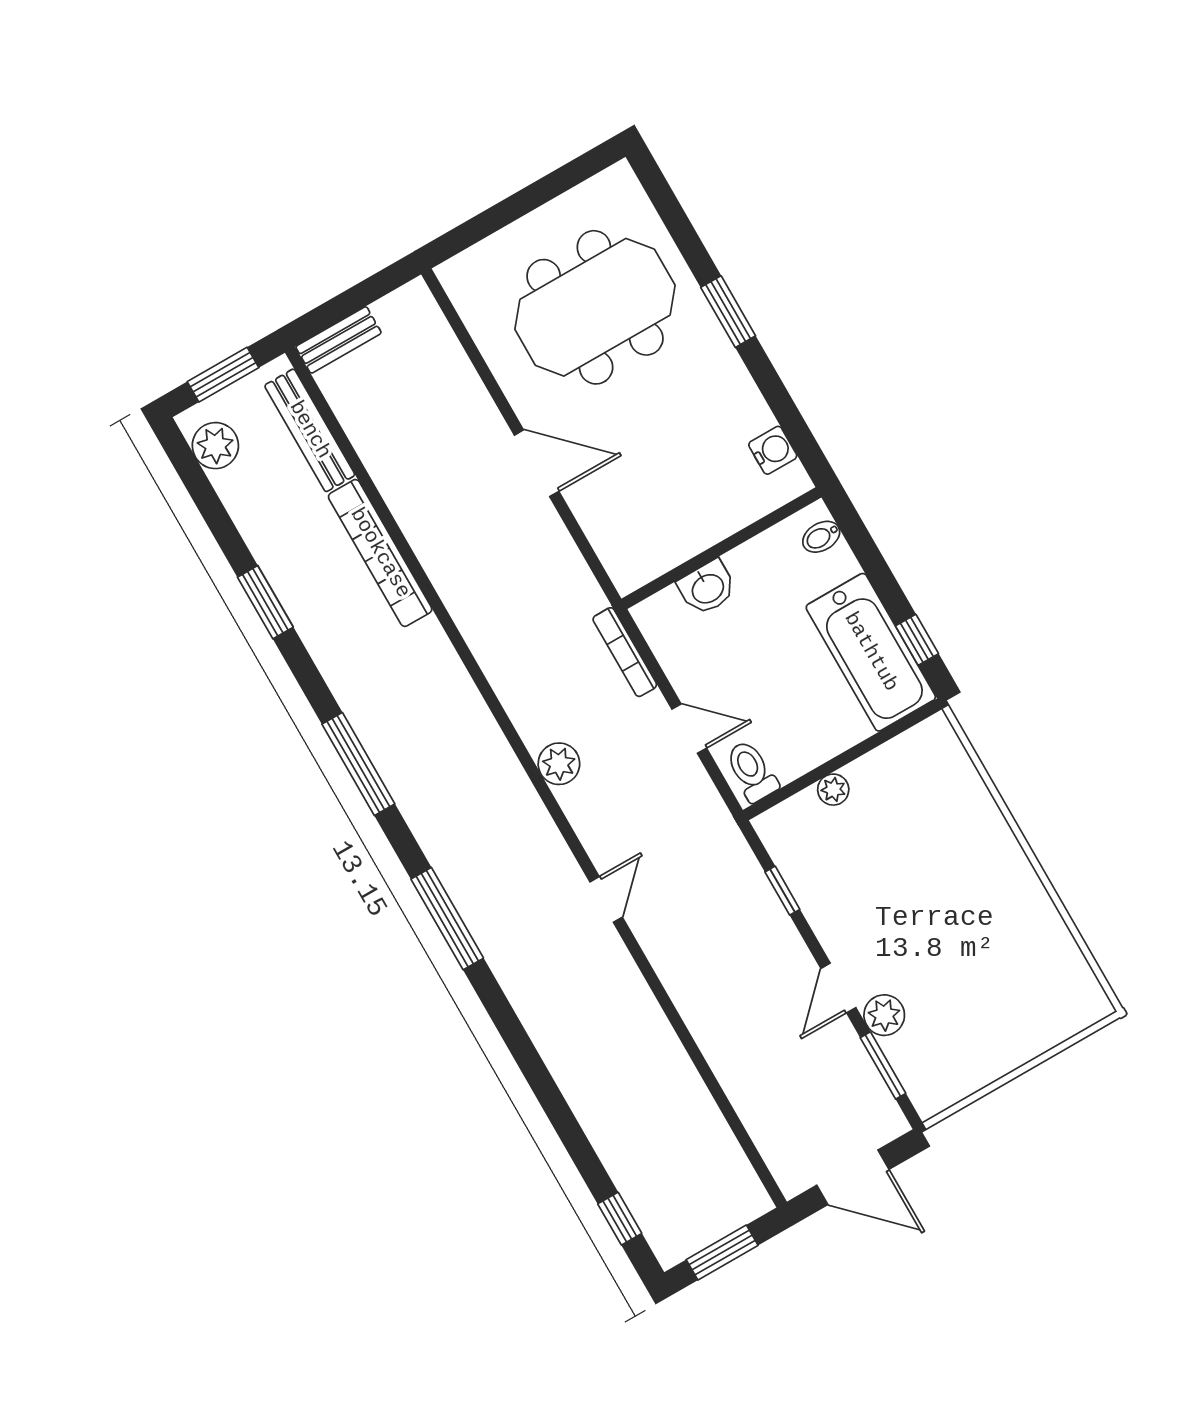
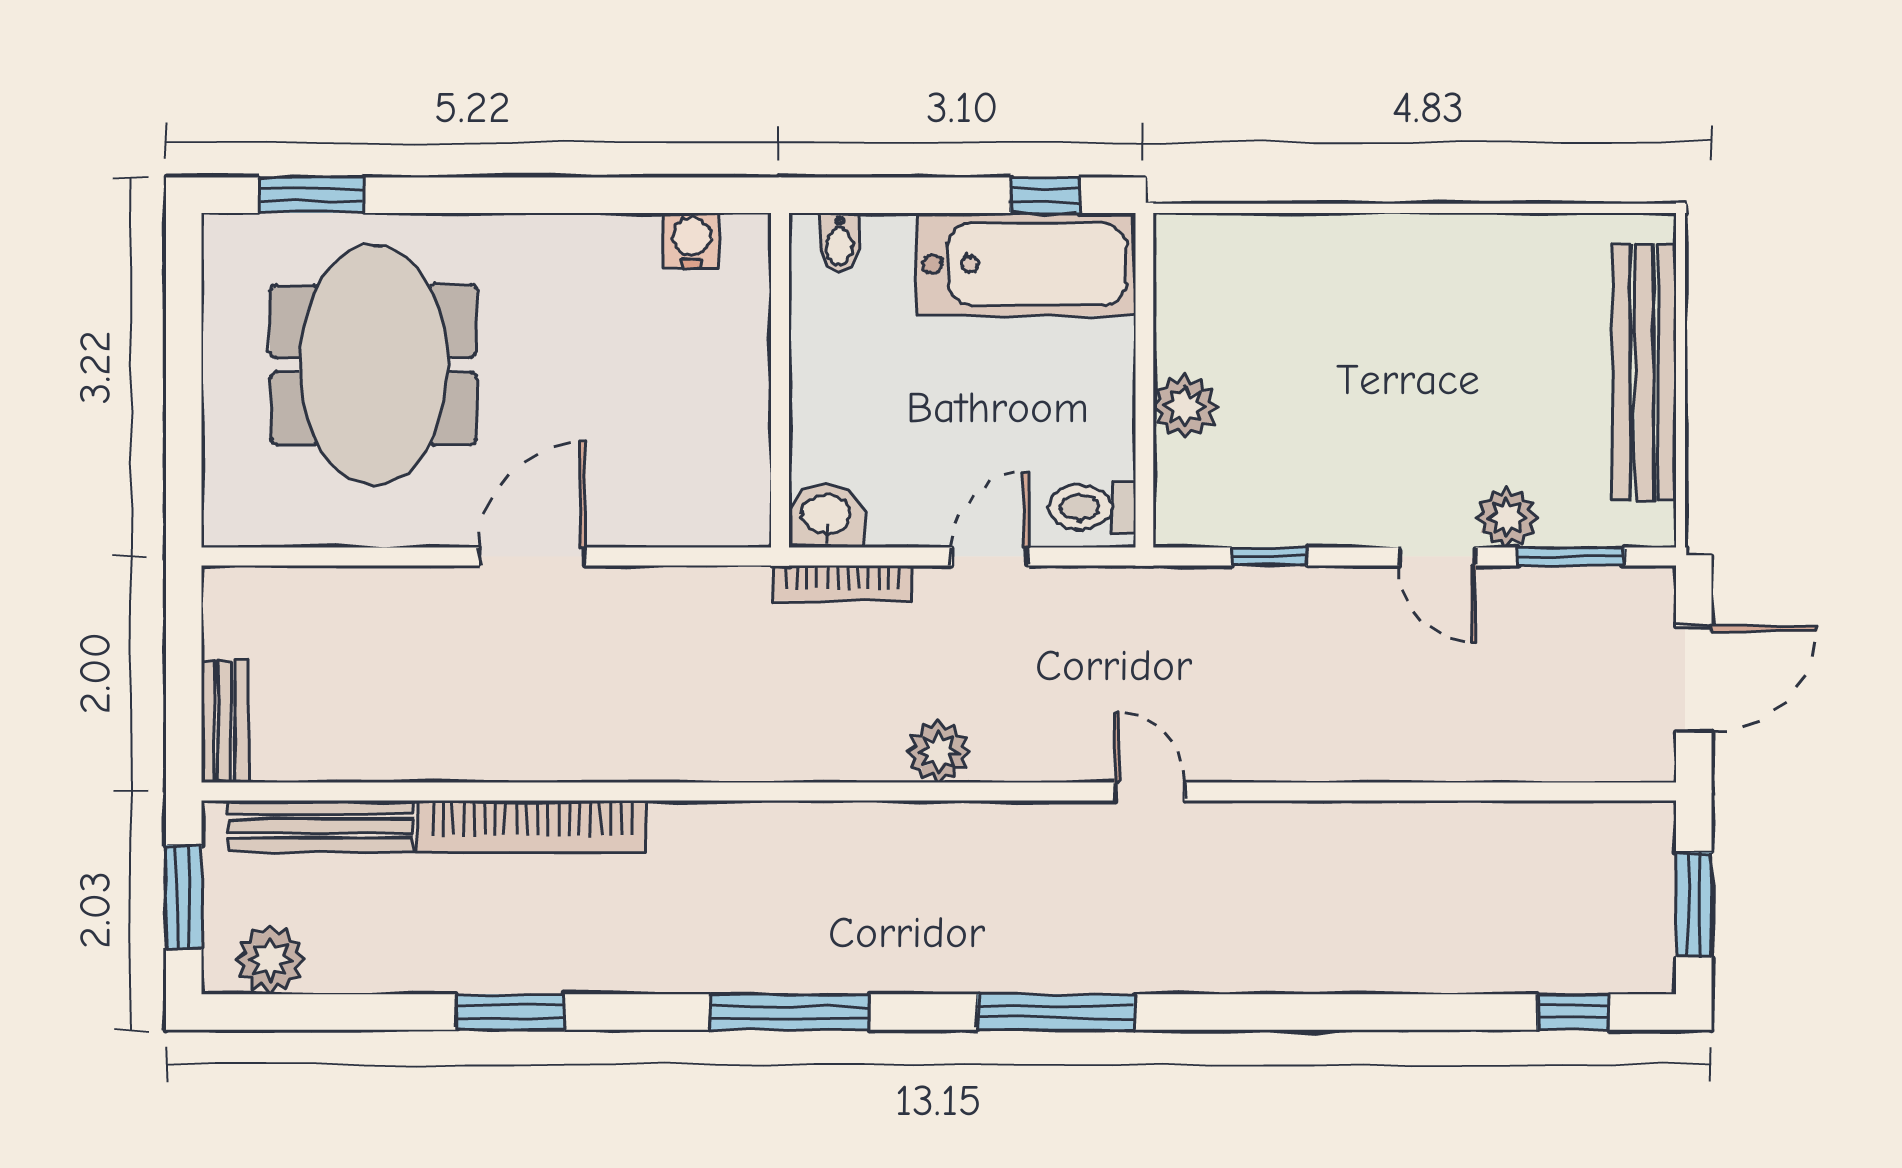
window: (728, 312) -> (312, 195), moved
washbasin: (707, 588) -> (827, 516), moved, turned -90
plant: (833, 790) -> (1185, 407), width x1.38, depth x1.38
bench: (1014, 1046) -> (1644, 372), added

